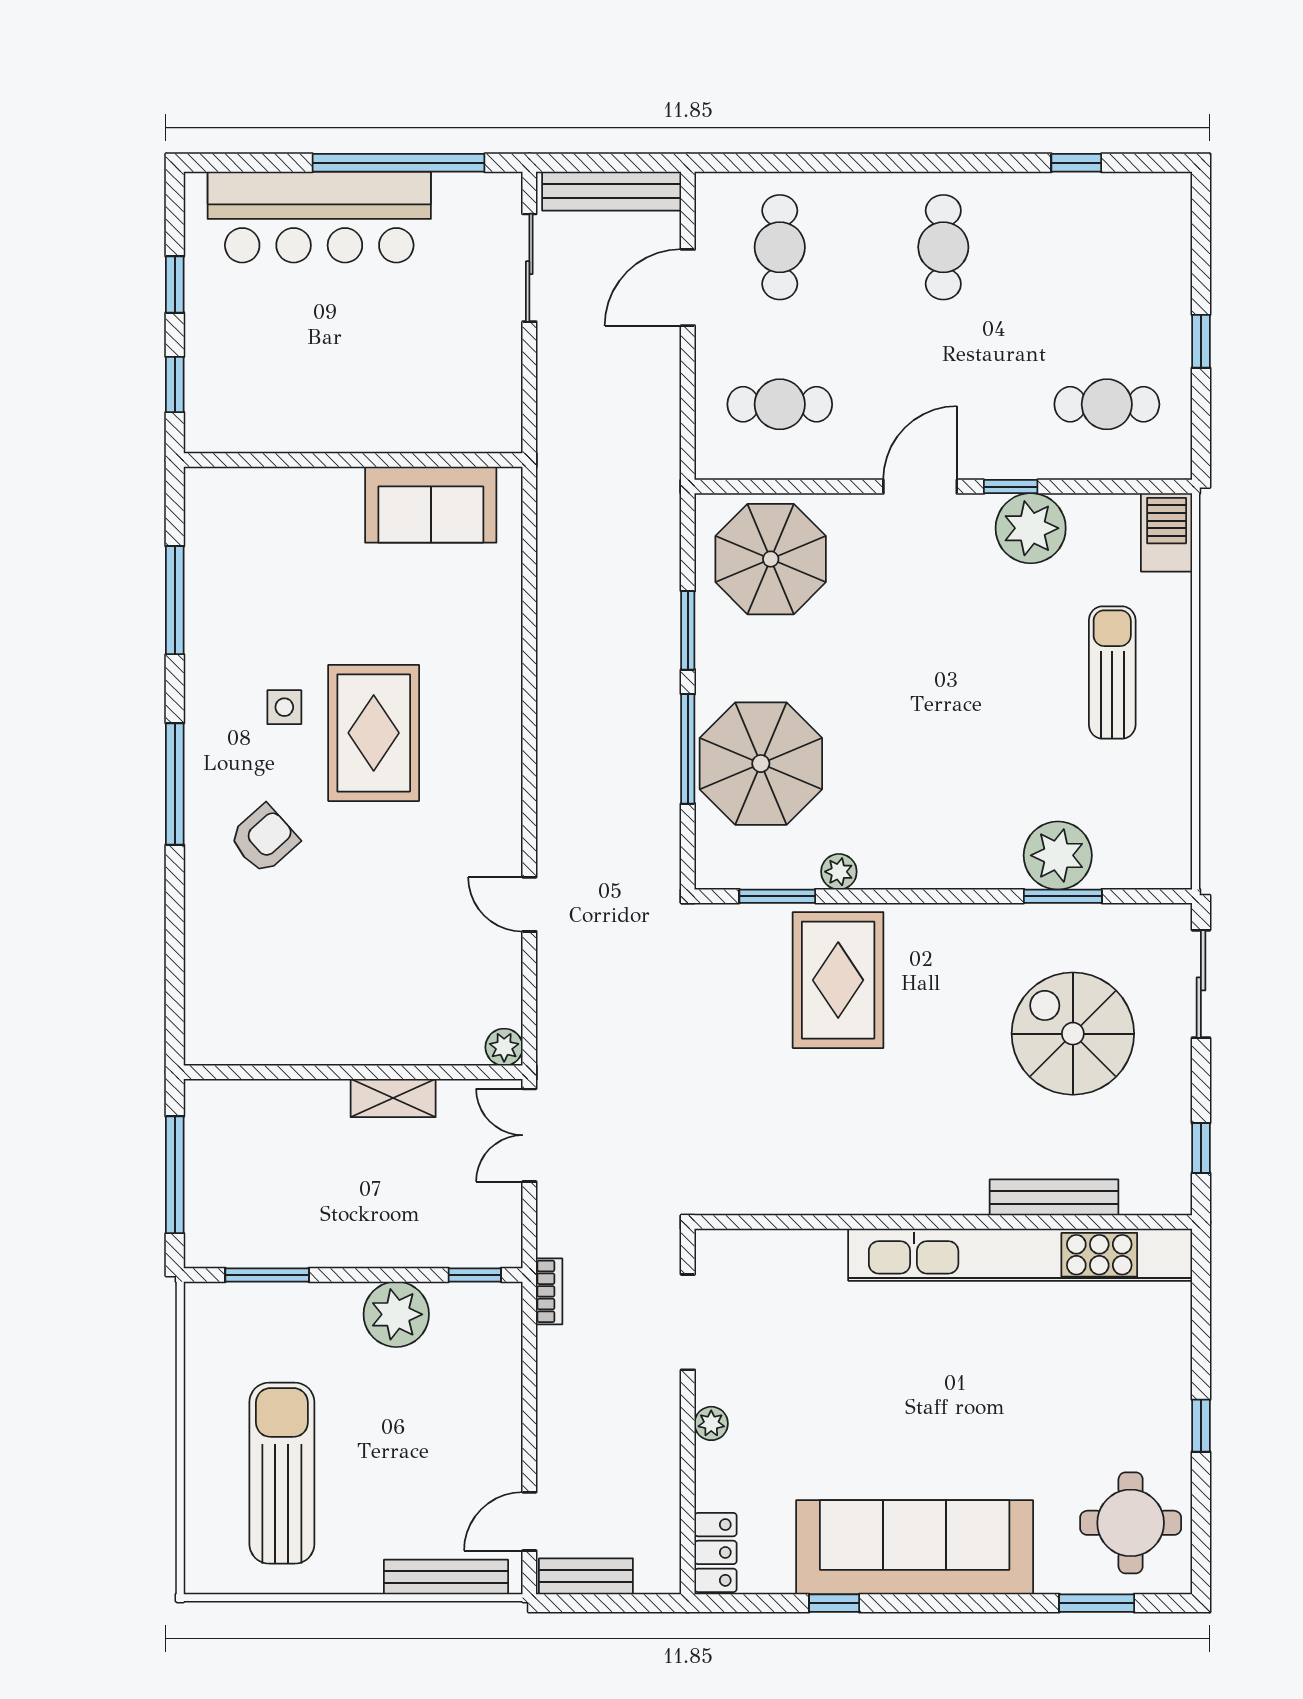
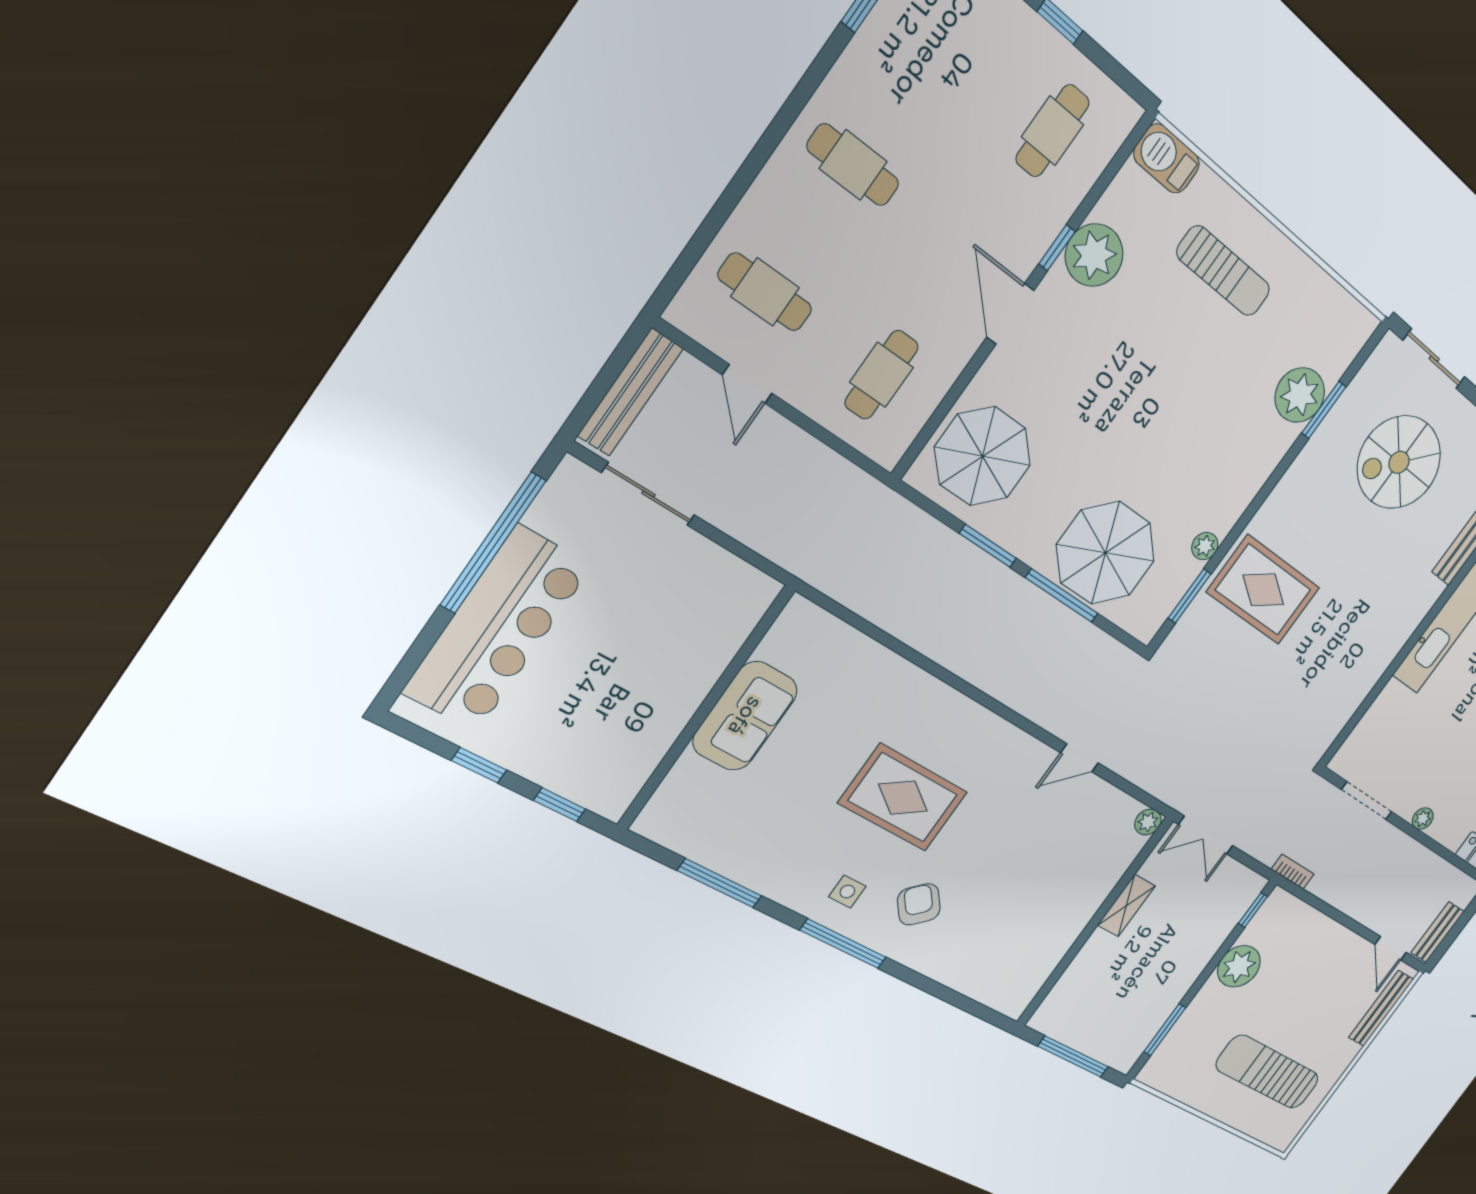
door: (688, 287) -> (747, 384), width x0.73
sofa: (431, 505) -> (745, 716), moved
sun lounger: (1112, 673) -> (1224, 271), turned 180
side table: (284, 707) -> (847, 892), moved

